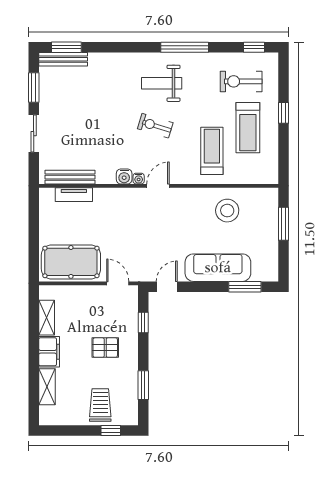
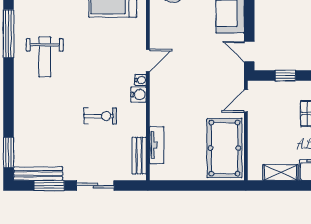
bench: (63, 59) -> (38, 174), moved, turned 90
exercise bike: (155, 126) -> (100, 116), moved, turned -107
bench: (70, 177) -> (139, 156), width x0.73
door: (158, 186) -> (148, 61), swing flipped

